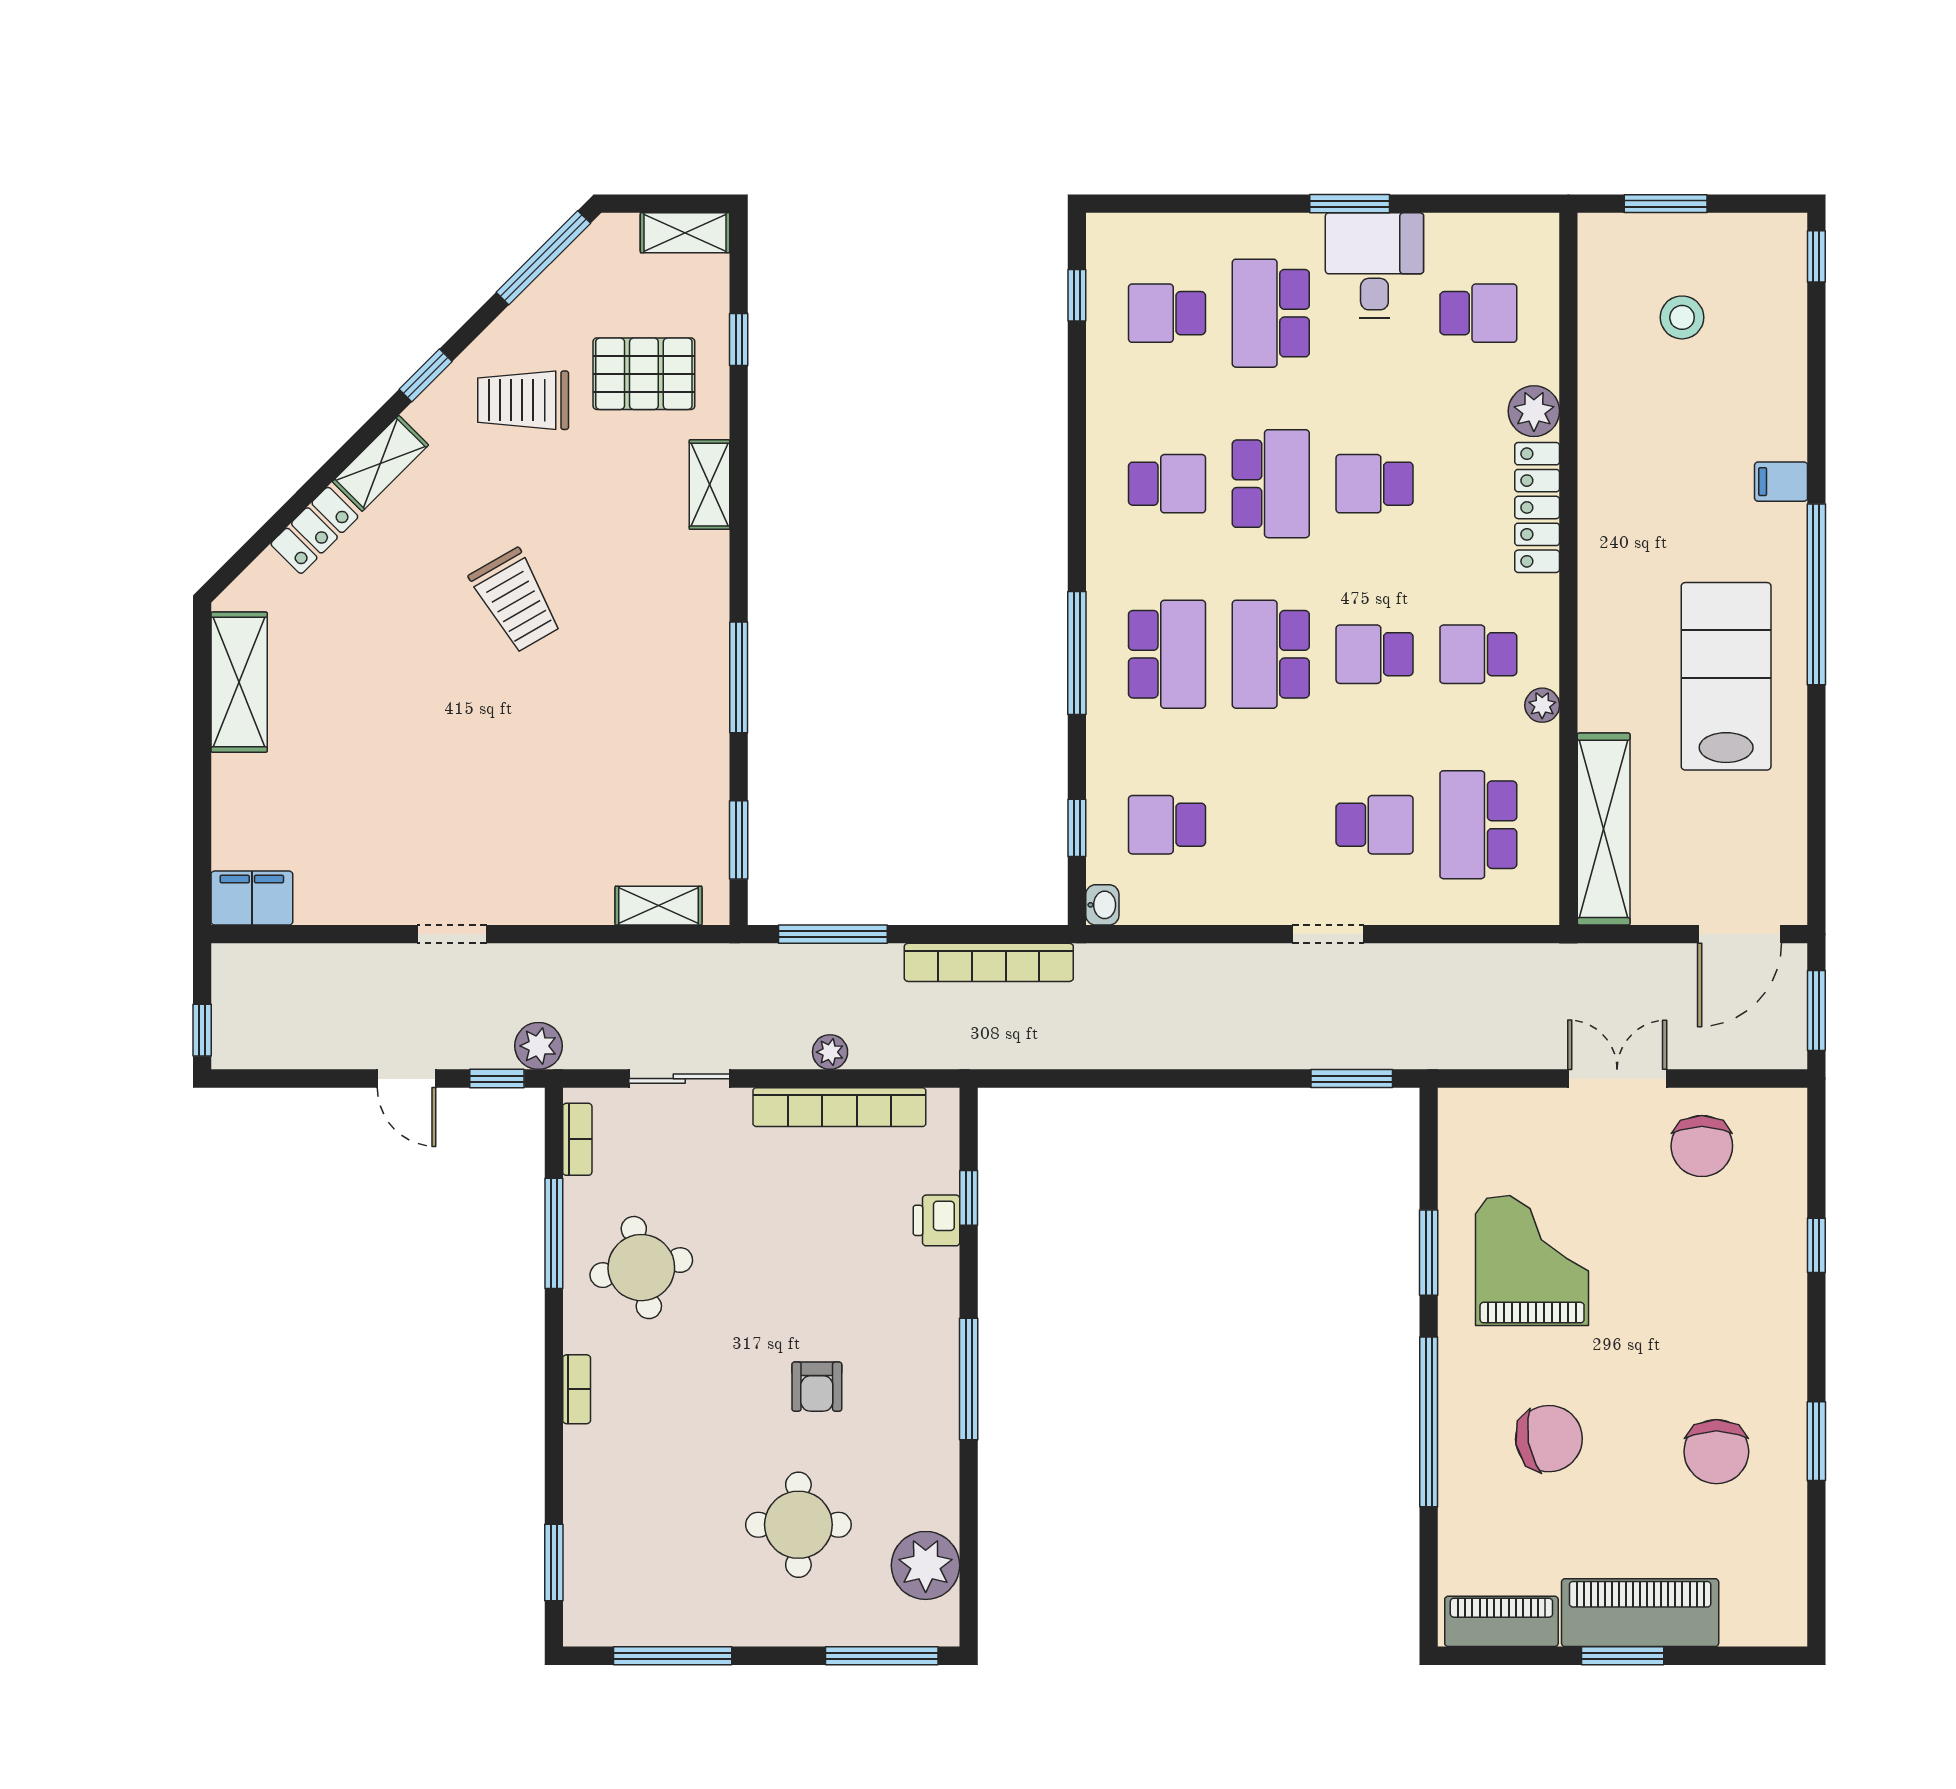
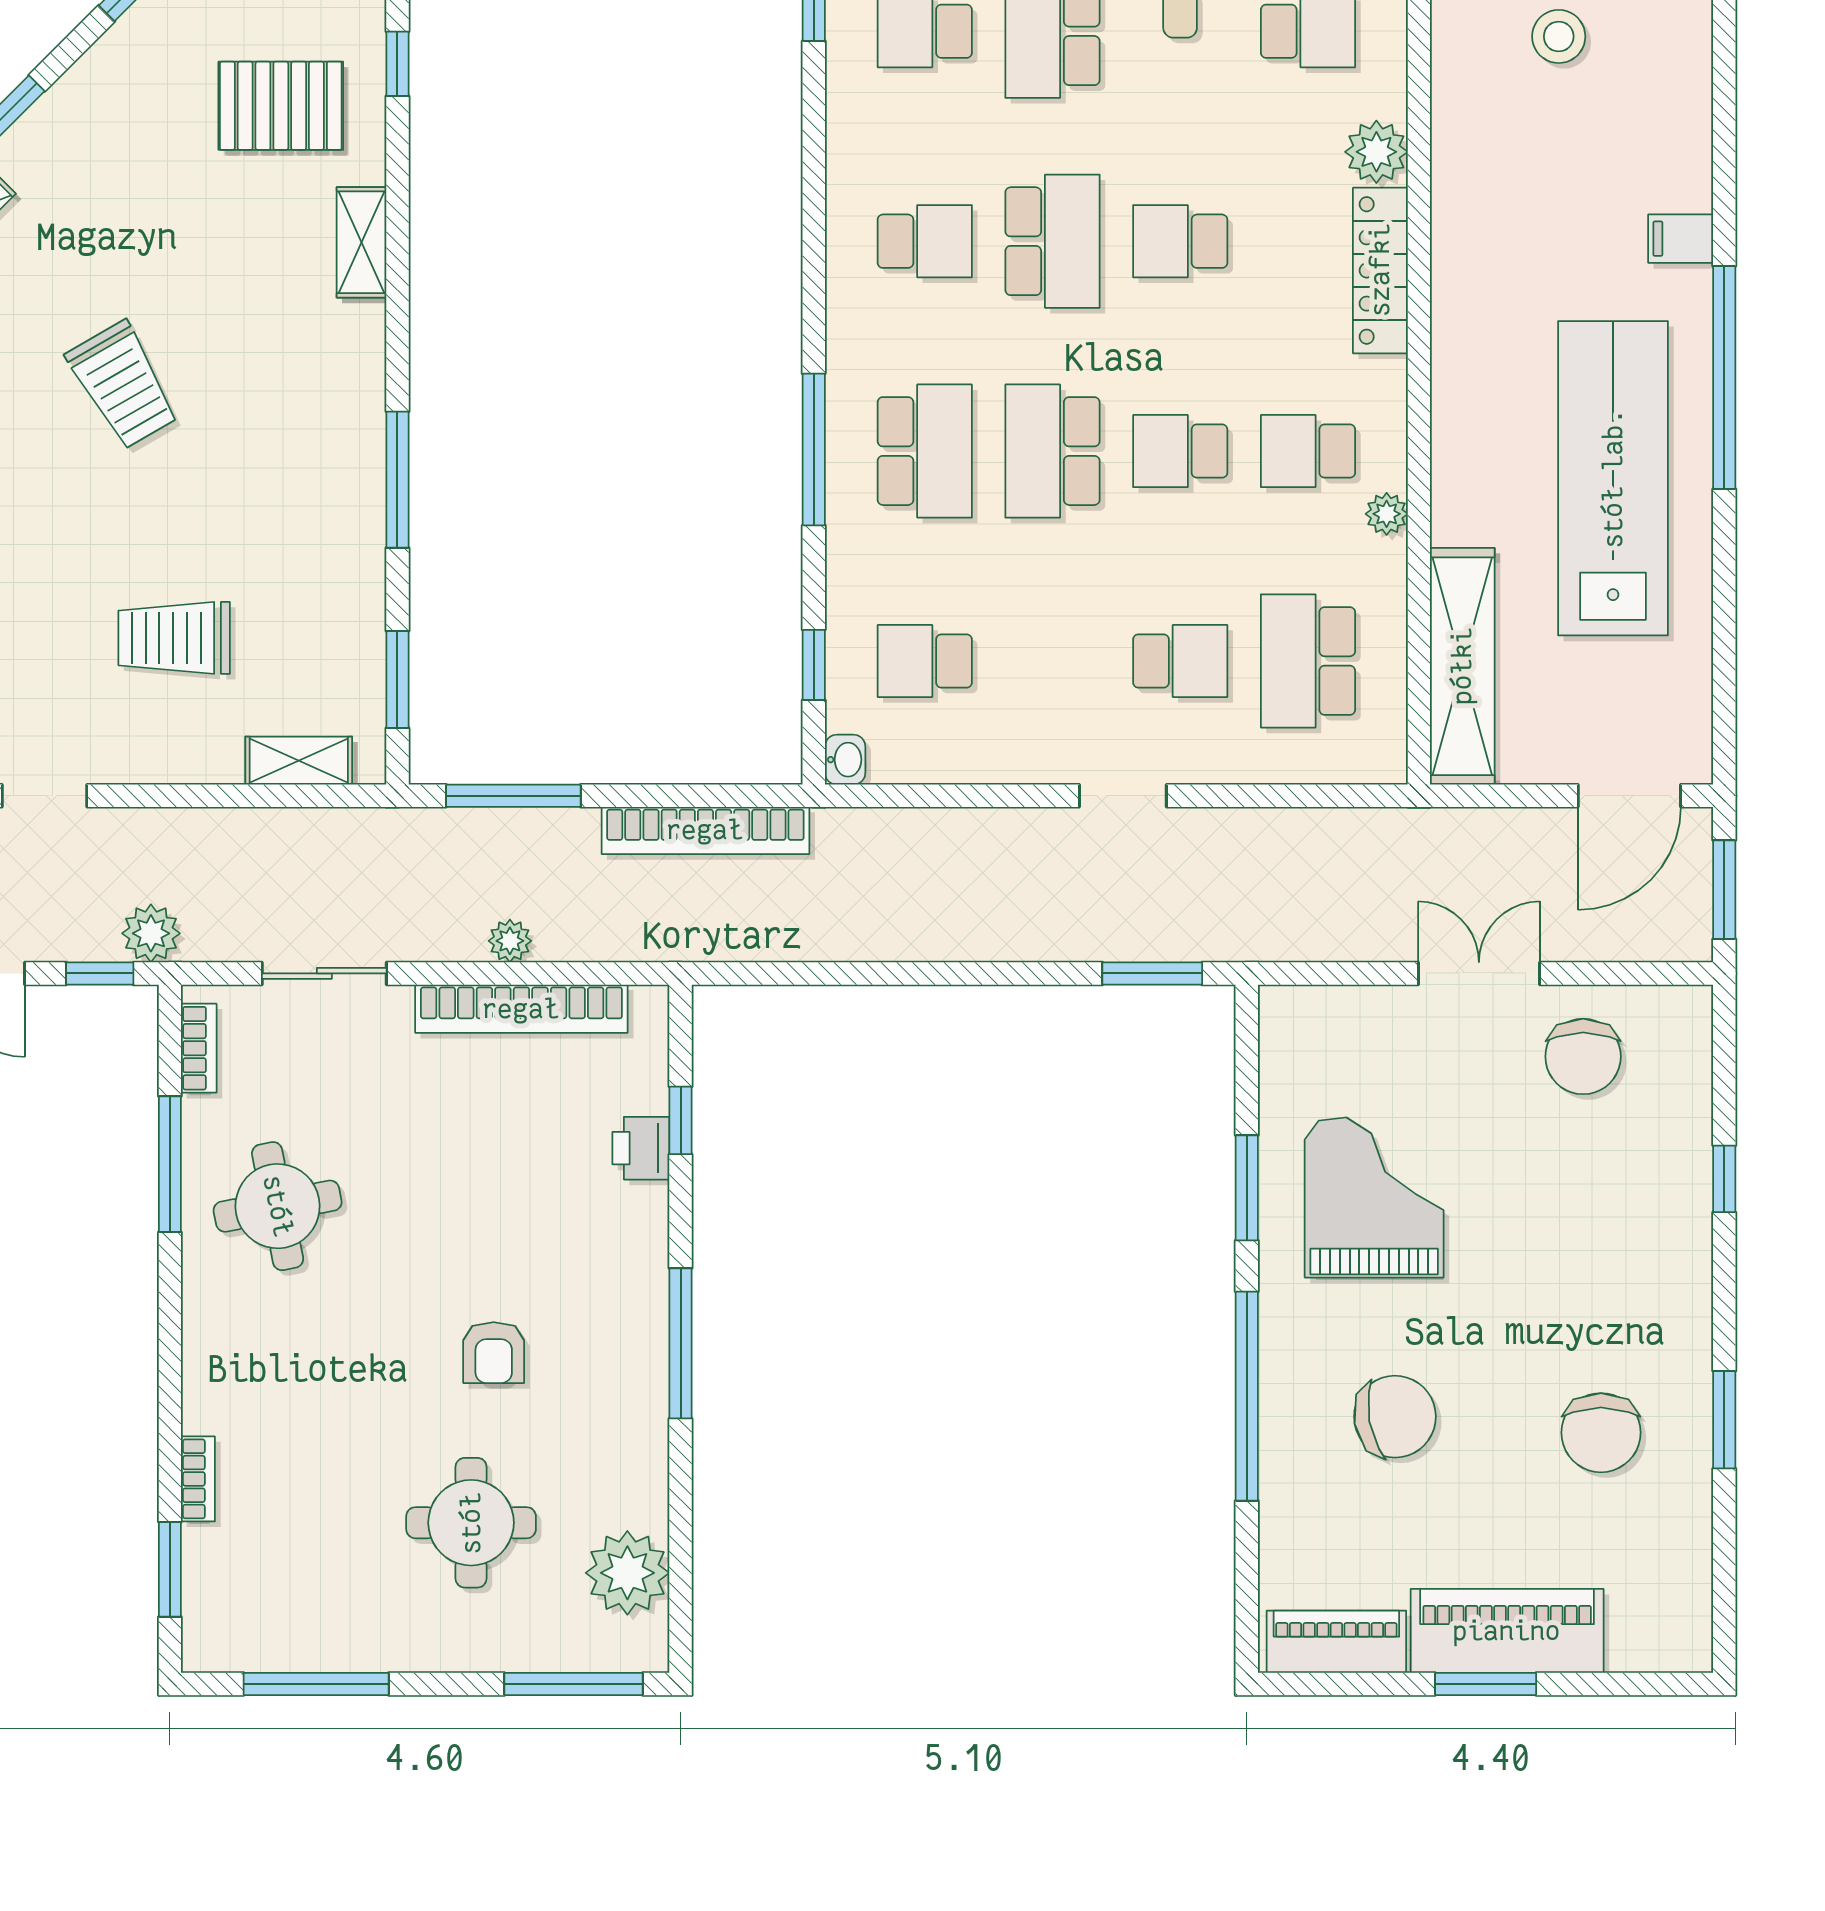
trolley: (523, 400) -> (174, 638), moved
lab bench: (1726, 676) -> (1613, 478), width x1.36
bookcase: (577, 1389) -> (198, 1479), moved

